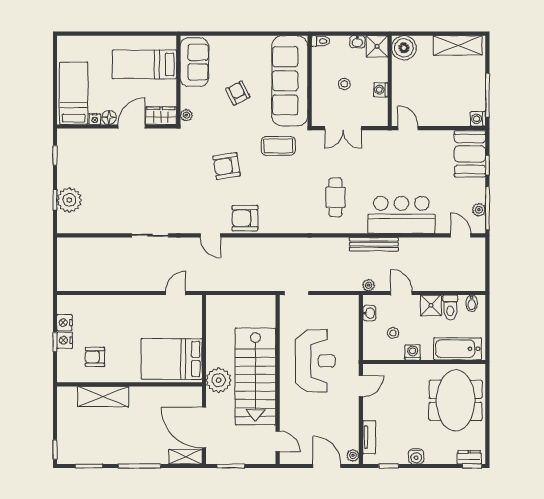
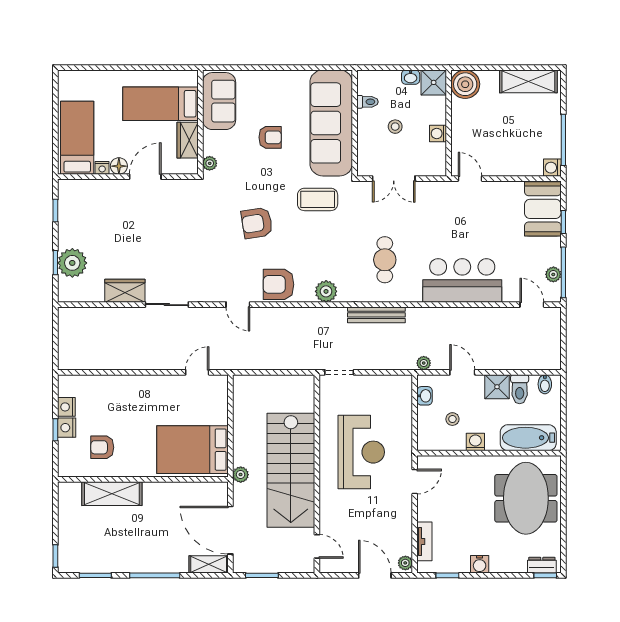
toilet: (321, 41) -> (367, 102), moved
armchair: (238, 93) -> (270, 137), turned 117
wardrobe: (161, 116) -> (188, 140), moved, turned -90
wardrobe: (114, 224) -> (125, 291), added
plant: (285, 224) -> (326, 291), added
bench: (374, 244) -> (376, 315), moved
plant: (219, 380) -> (241, 475), width x0.53, depth x0.53

